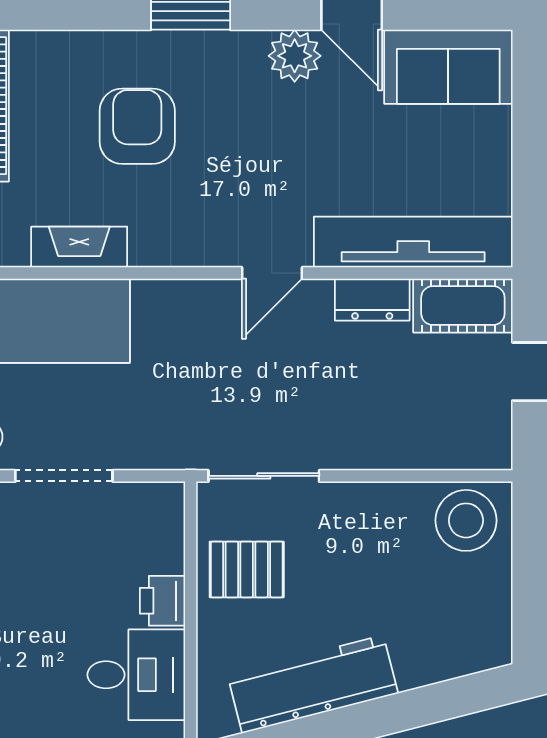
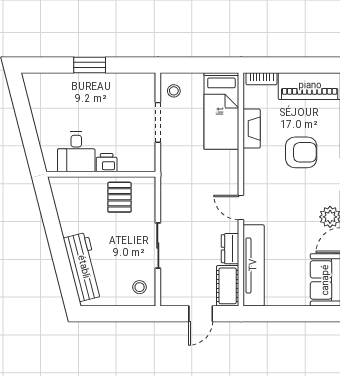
sliding door: (264, 476) -> (158, 246), moved
stool: (466, 520) -> (140, 287), width x0.53, depth x0.53
workbench: (313, 684) -> (83, 267), moved

